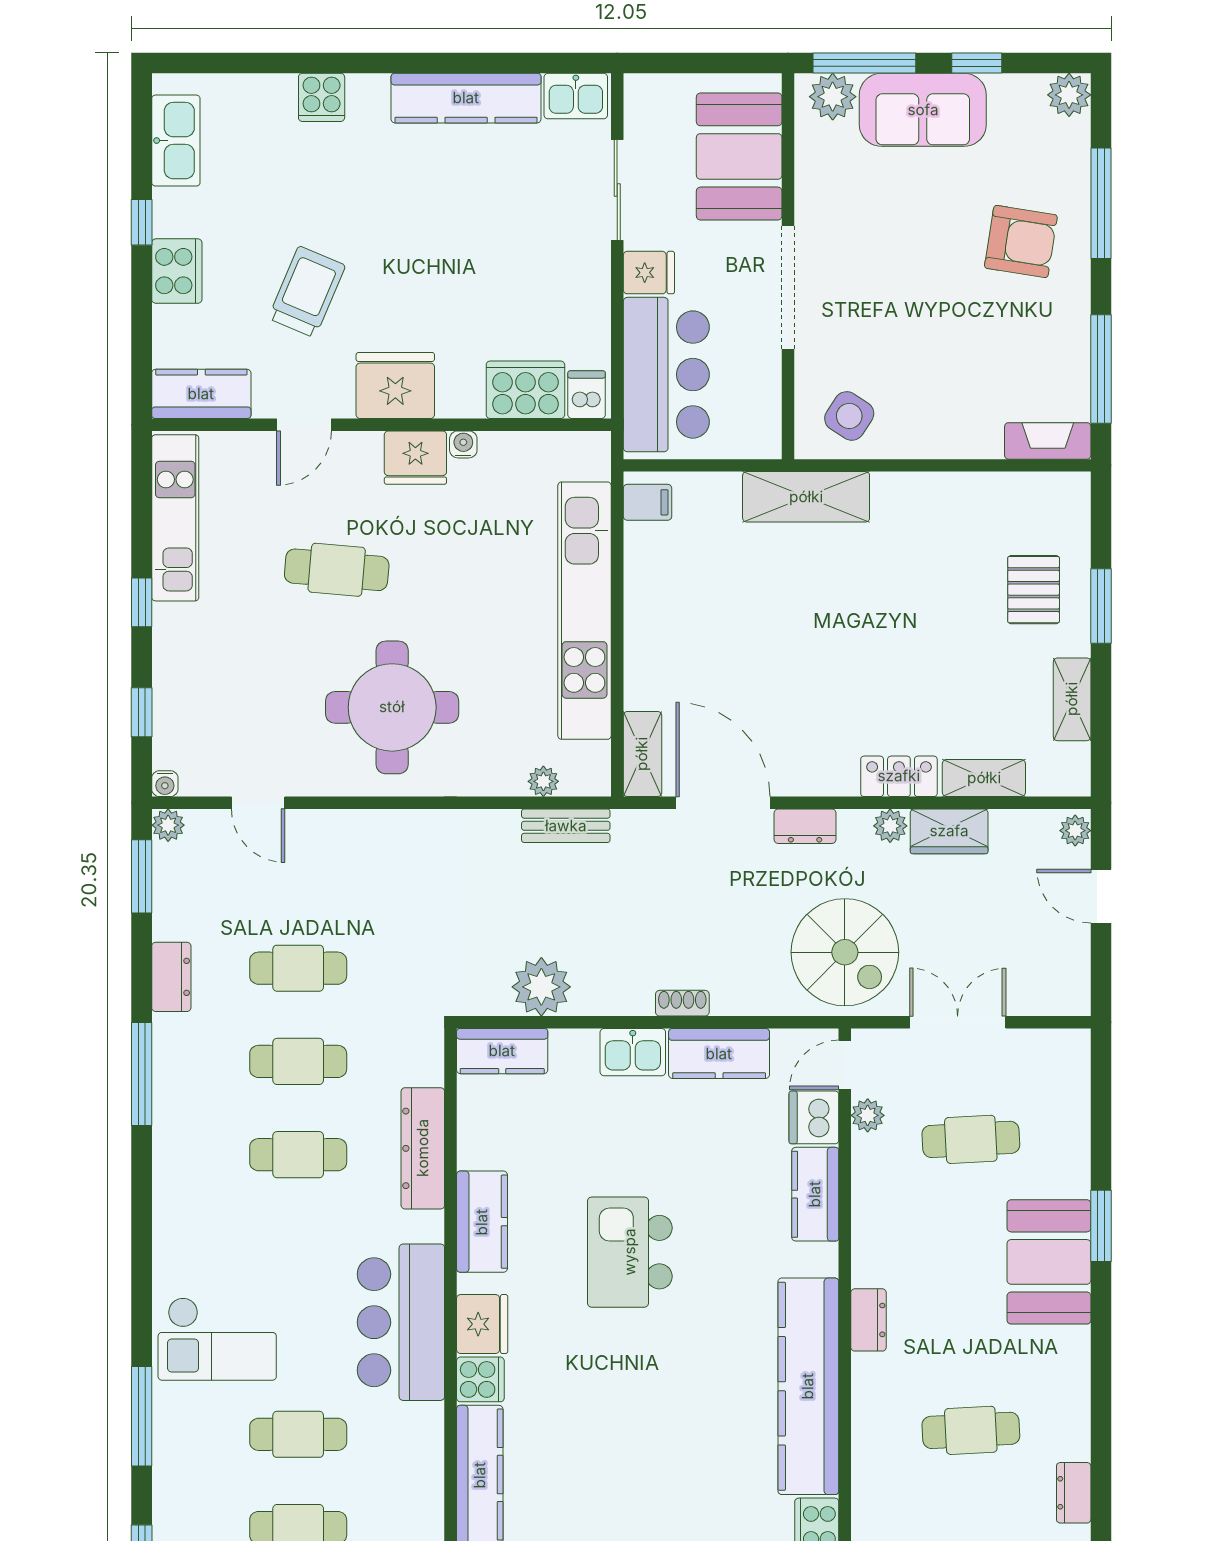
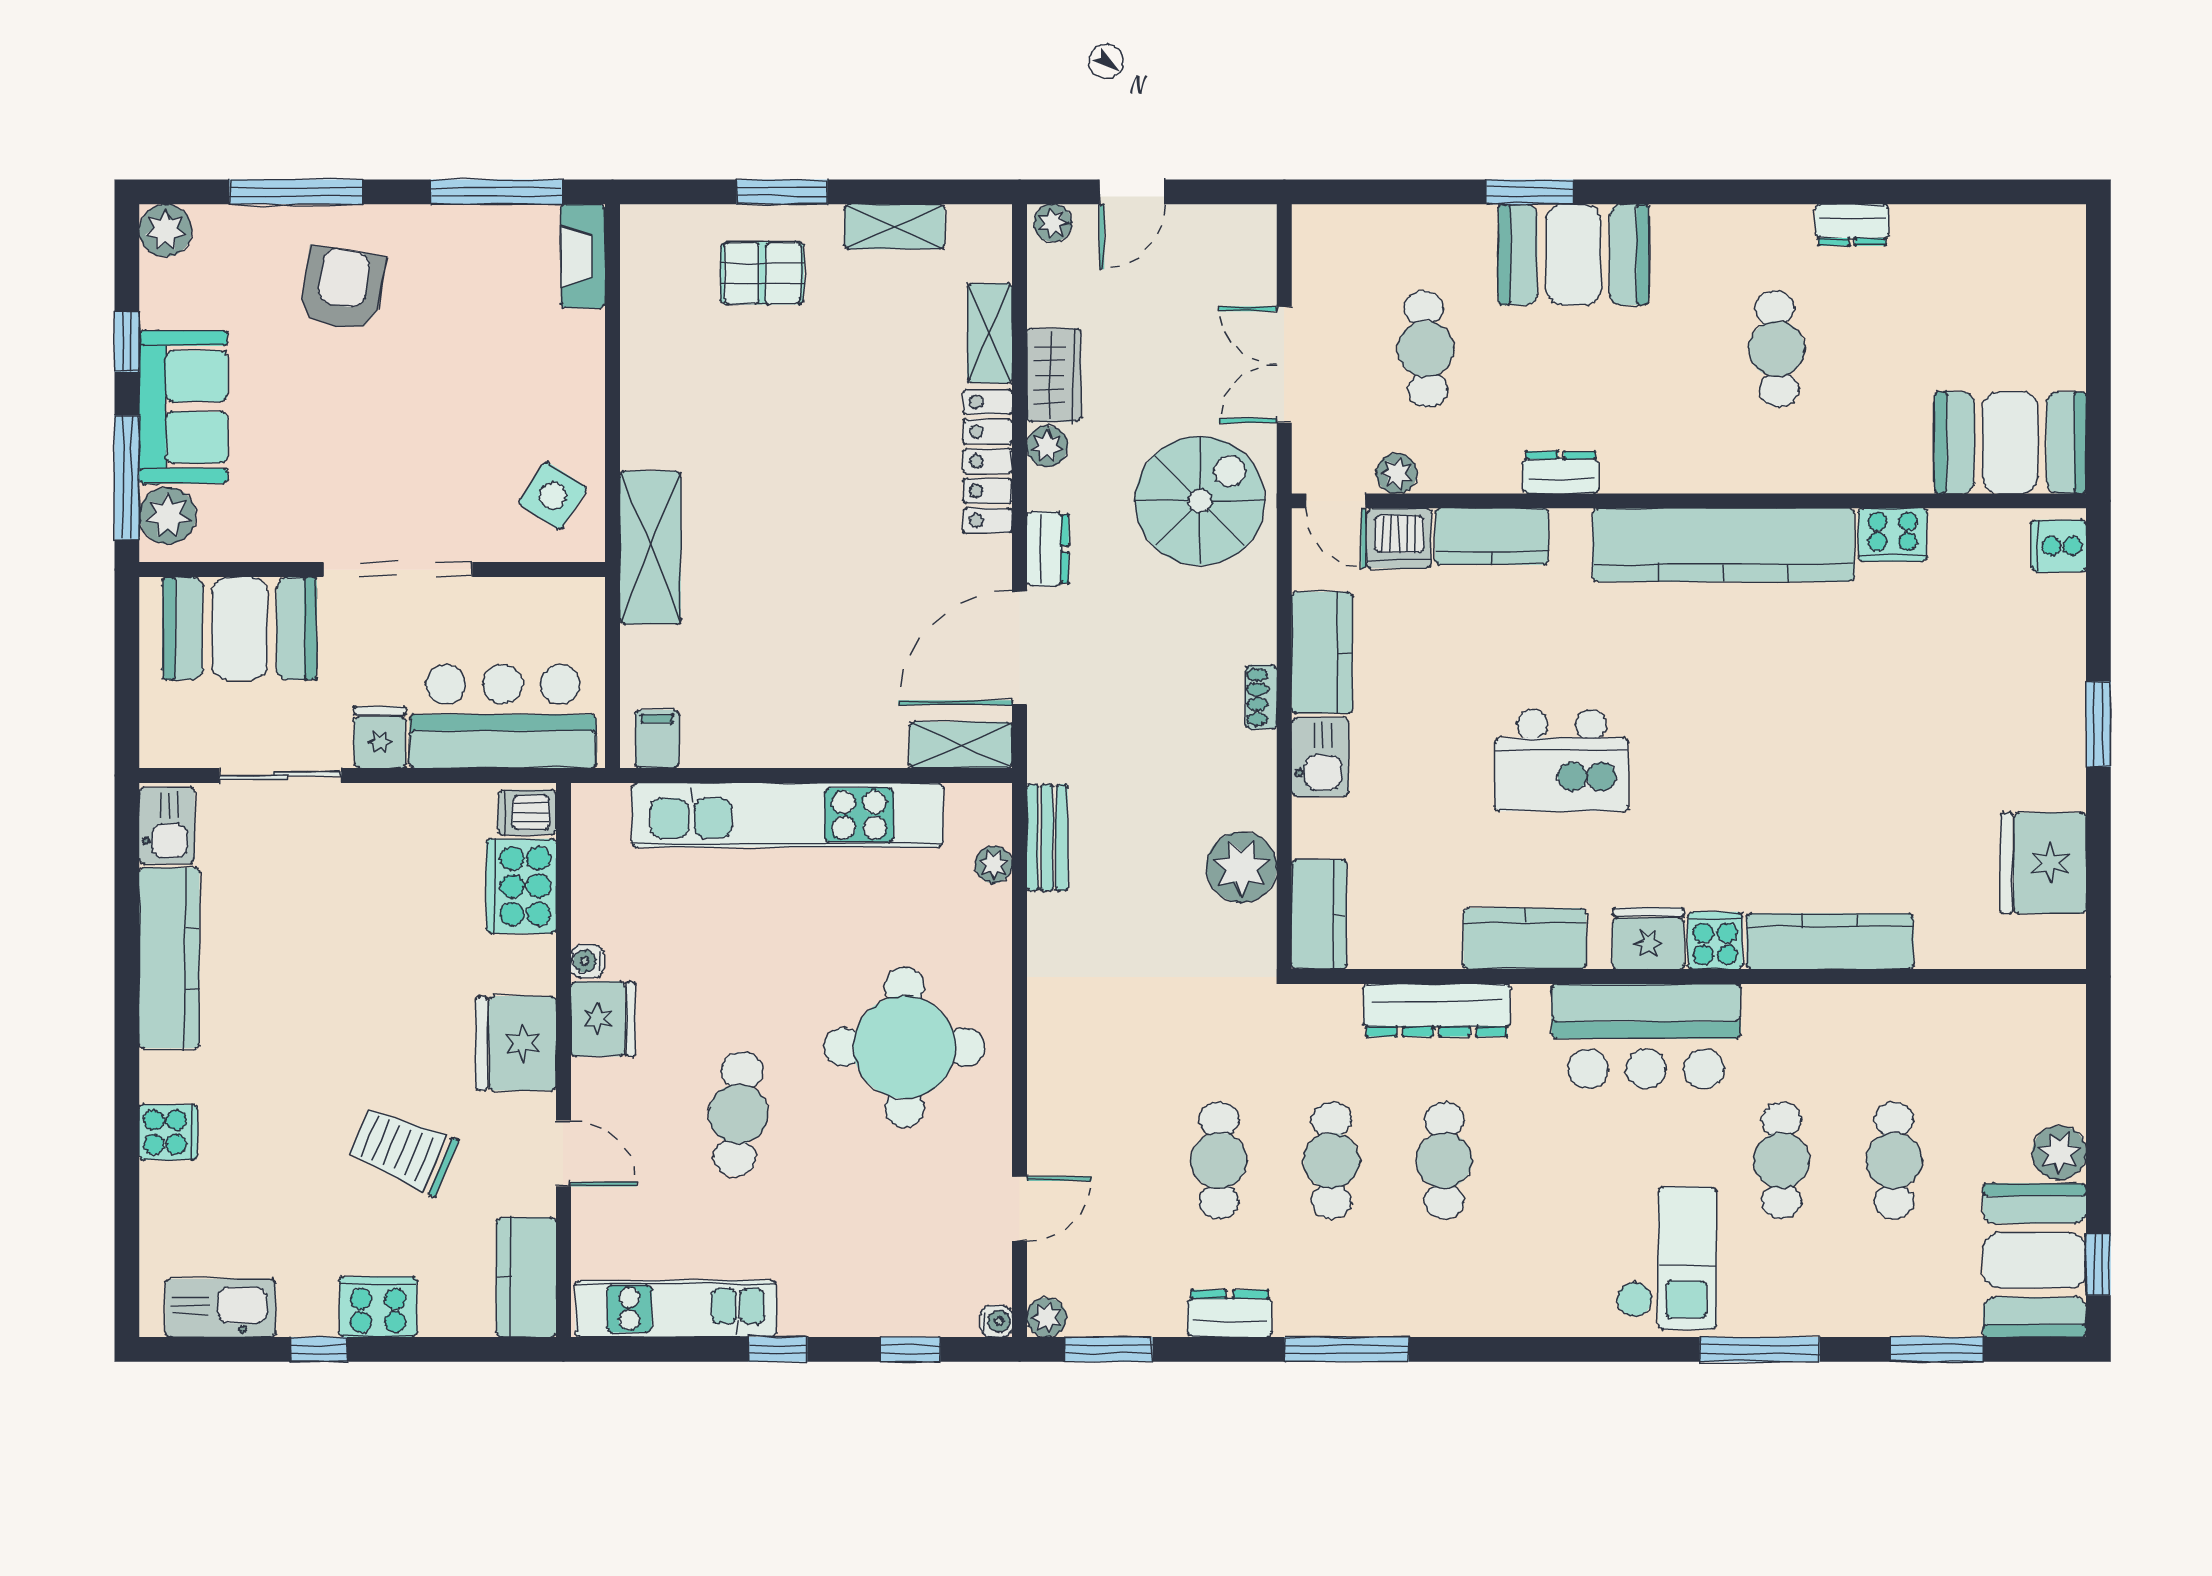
locker: (899, 776) -> (988, 461), width x1.53
dresser: (869, 1320) -> (1561, 472), moved

